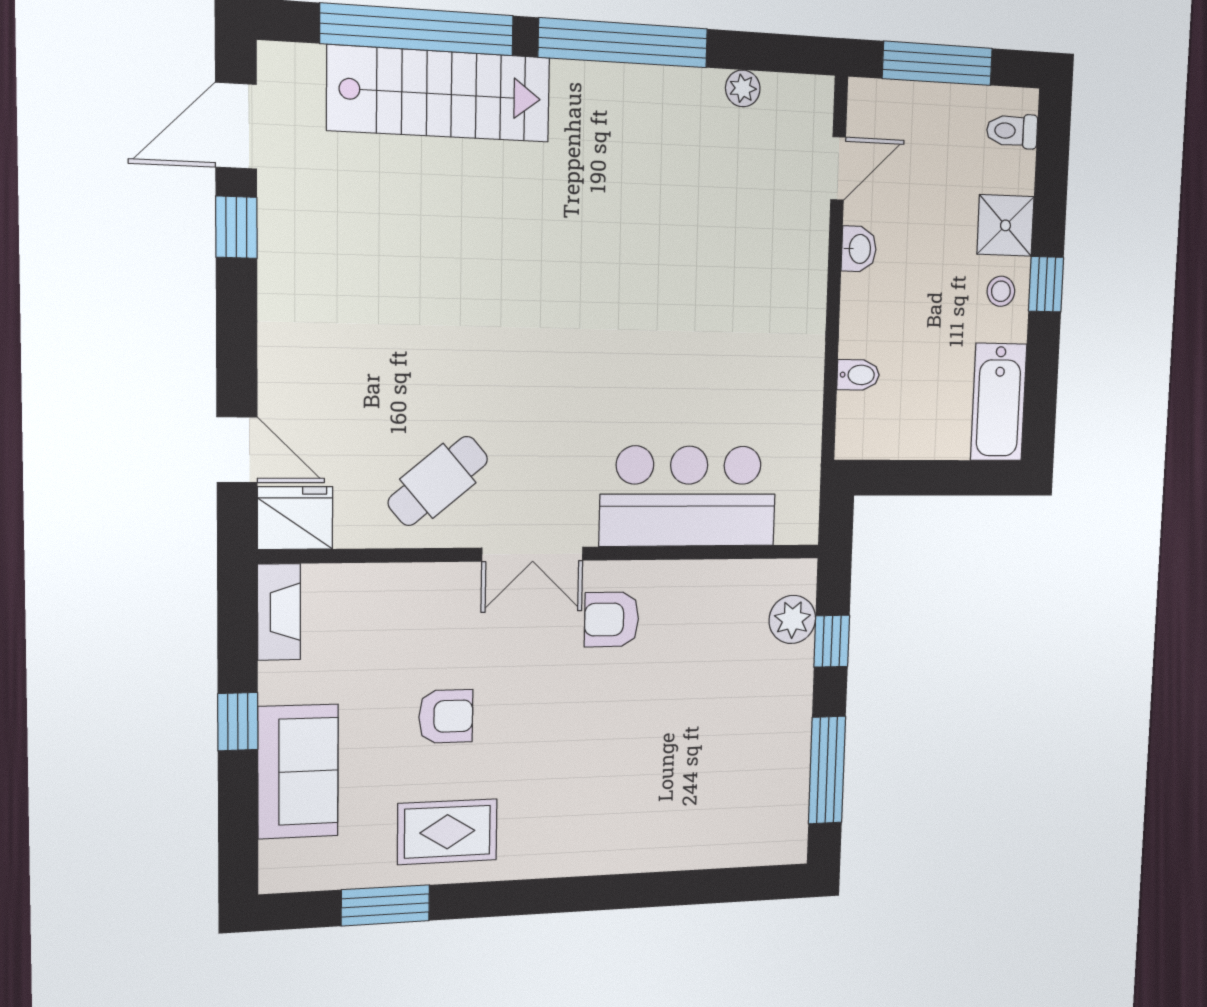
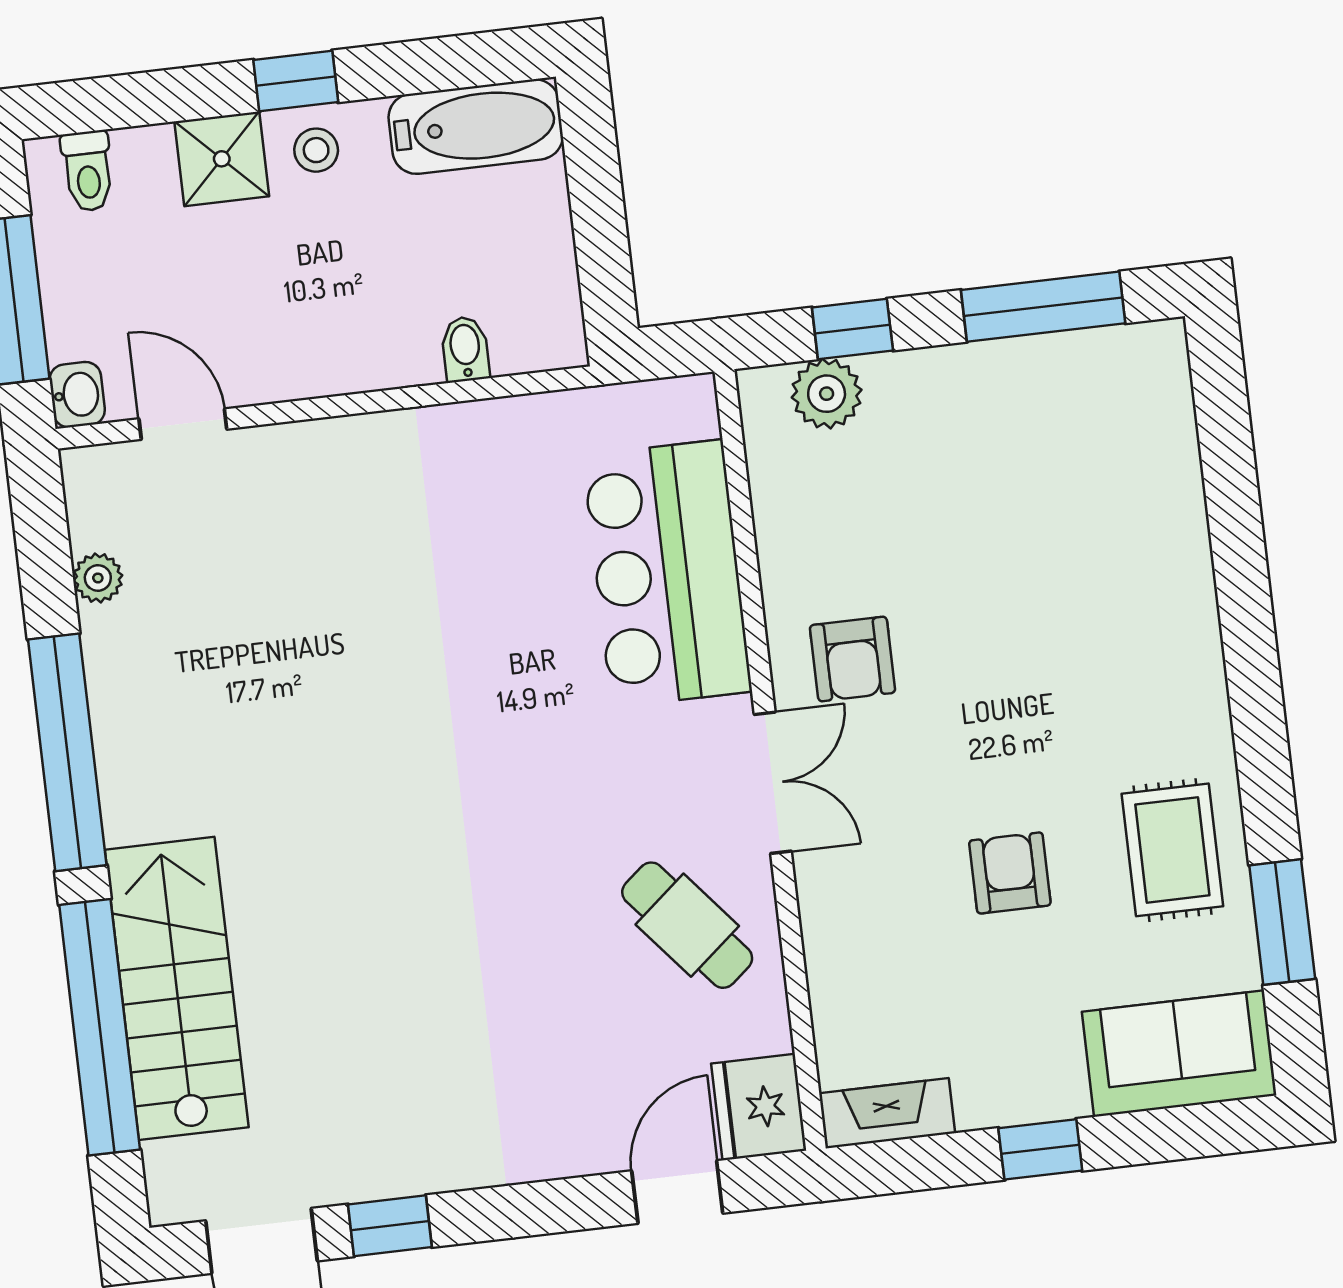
washbasin: (859, 249) -> (77, 395), moved, turned 90
sofa: (298, 772) -> (1179, 1054), moved

